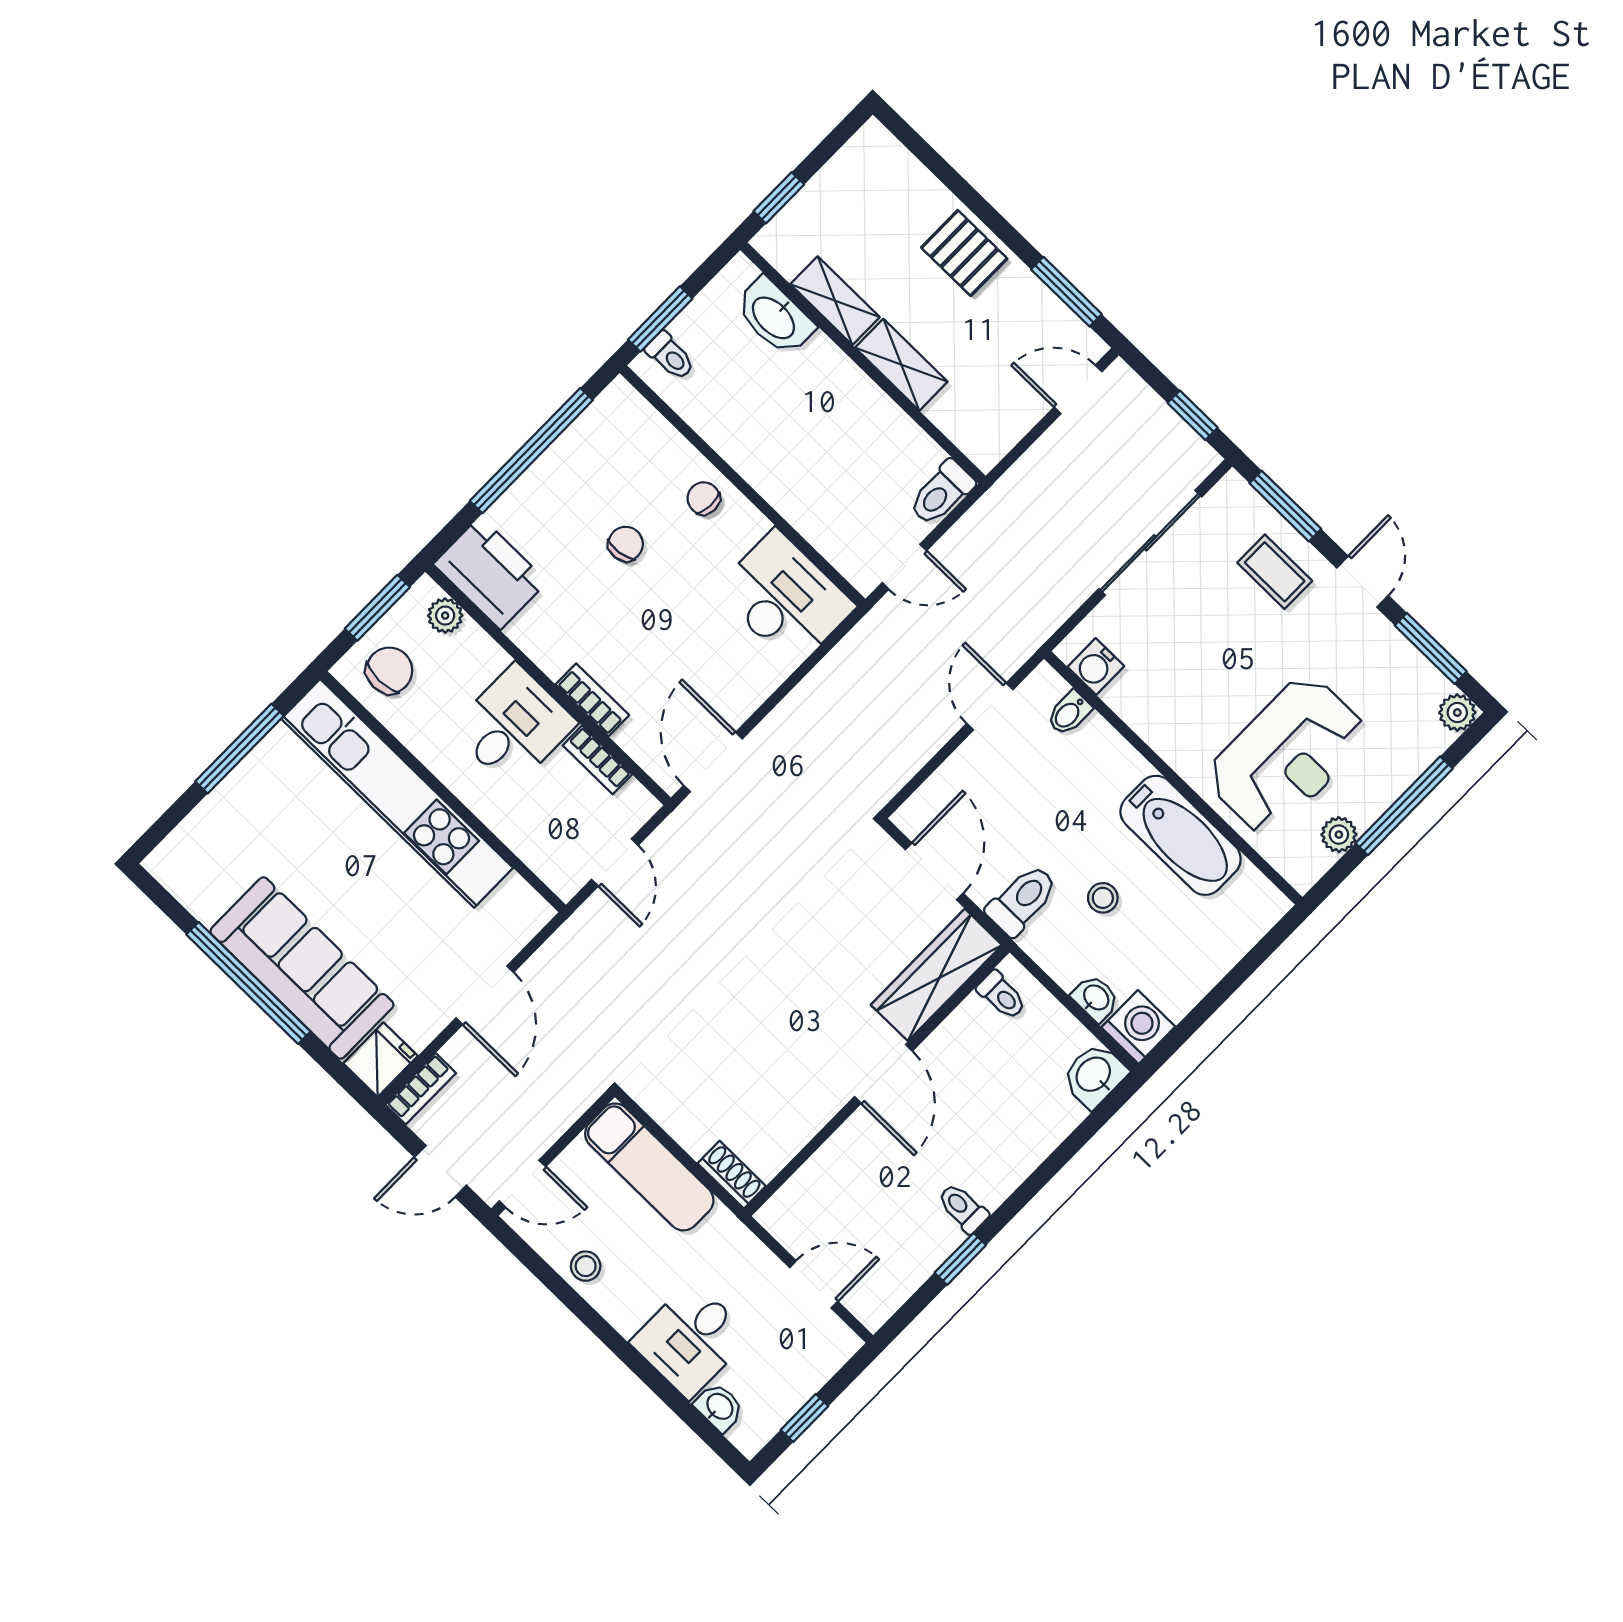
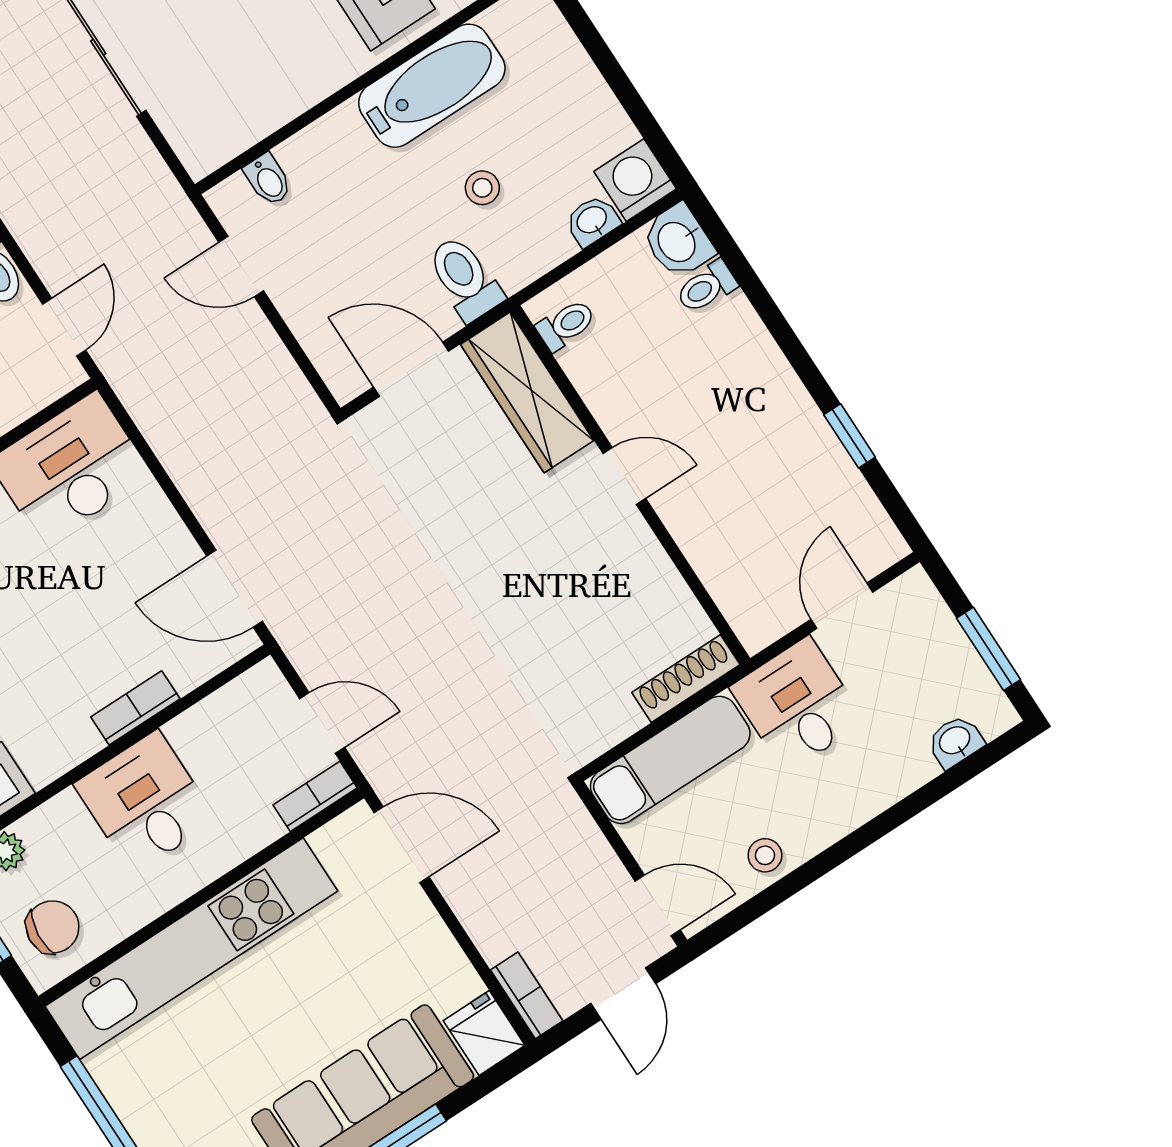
water cooler: (1096, 667) -> (223, 138), removed
chair: (389, 671) -> (53, 927), turned 95
bookcase: (597, 760) -> (315, 796), moved, turned 180
door: (485, 995) -> (402, 845), moved
door: (883, 1074) -> (624, 476), width x0.73
shoe rack: (732, 1175) -> (686, 679), width x1.43
door: (522, 1184) -> (658, 905), hinge flipped
toilet: (963, 1208) -> (706, 287), moved
desk: (691, 1339) -> (797, 705), moved, turned 180
window: (805, 1418) -> (988, 649), width x1.50

